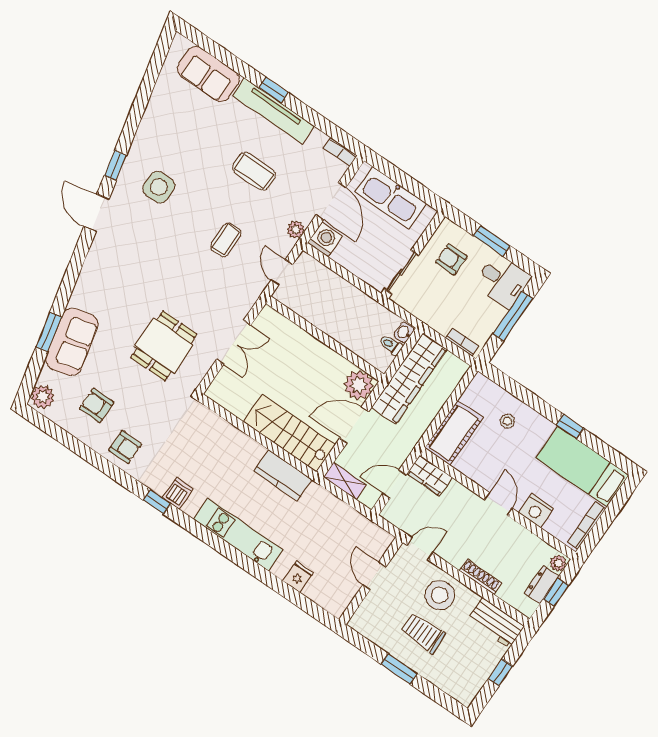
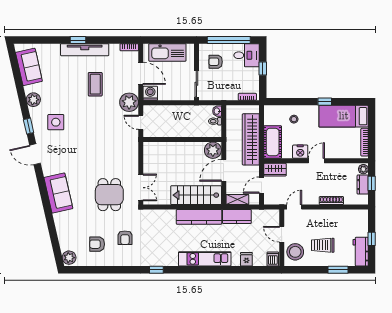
sofa: (208, 74) -> (29, 67), moved, turned -103
plant: (149, 132) -> (33, 100), added
coffee table: (254, 171) -> (95, 84), turned 90
plant: (296, 230) -> (129, 102), width x1.88, depth x1.88
coffee table: (226, 240) -> (104, 125), removed
window: (492, 241) -> (229, 40), width x2.11
window: (513, 316) -> (263, 68), width x0.46
window: (49, 332) -> (51, 225), removed
sofa: (72, 342) -> (58, 193), moved
double door: (234, 342) -> (141, 188), moved
wardrobe: (409, 378) -> (251, 139), moved, turned 180
armchair: (125, 447) -> (125, 238), moved, turned 90
kitchen counter: (283, 475) -> (199, 217), width x1.50
dishwasher: (178, 493) -> (273, 259), moved
door: (498, 504) -> (316, 161), hinge flipped
kitchen counter: (327, 505) -> (237, 216), added
nightstand: (536, 510) -> (300, 152), moved
stool: (440, 595) -> (295, 252), moved
workbench: (496, 623) -> (361, 252), moved, turned 90
window: (399, 669) -> (338, 270), moved

